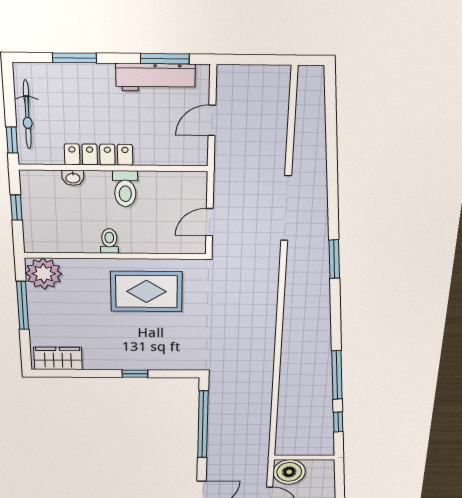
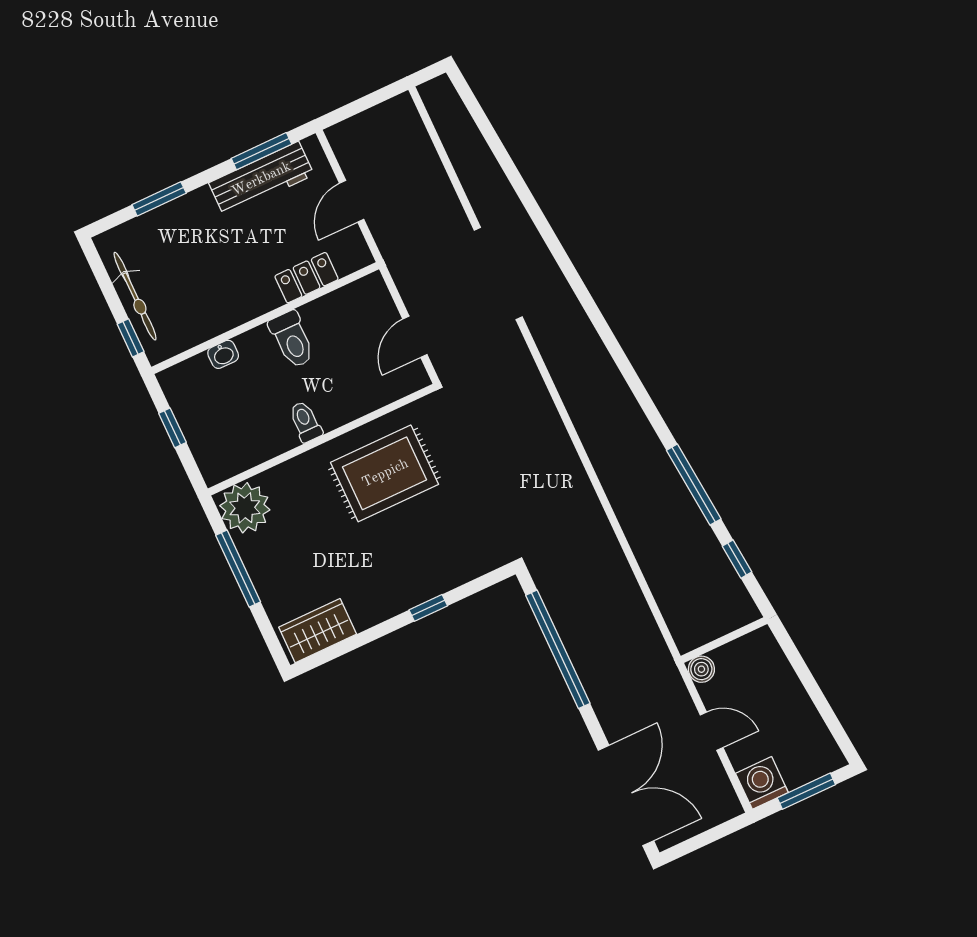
locker: (99, 155) -> (307, 278), moved, width x0.66
window: (334, 259) -> (595, 315), removed
boiler: (289, 472) -> (701, 669), width x0.54, depth x0.54

